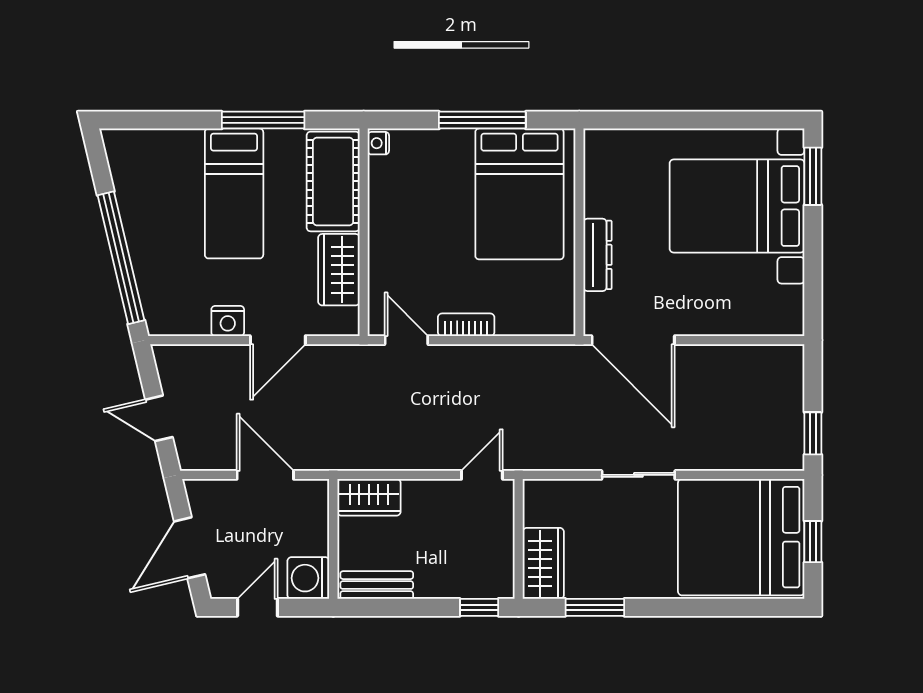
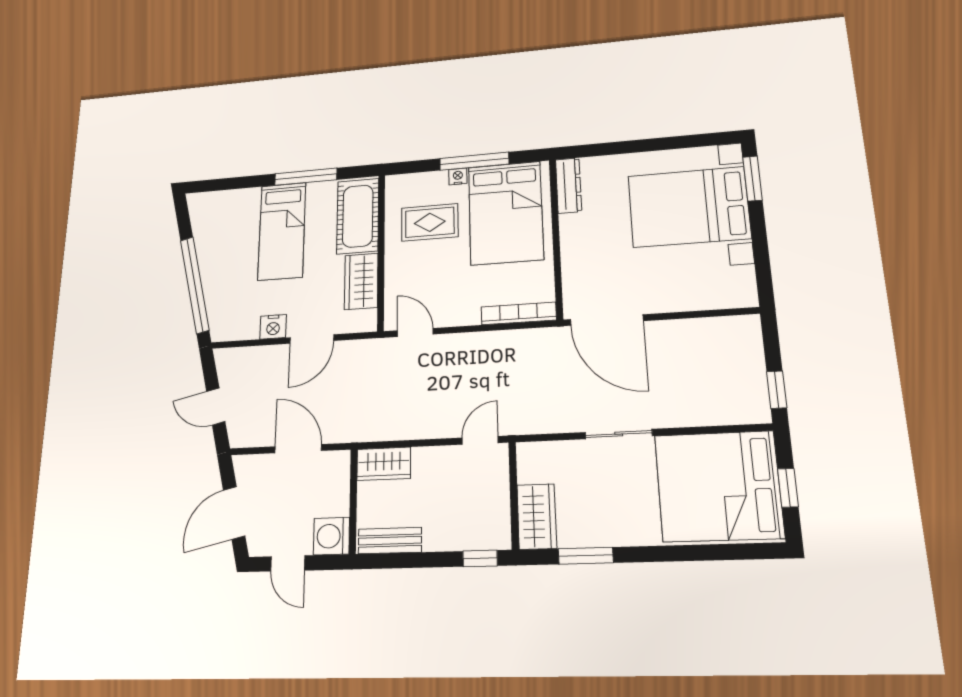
nightstand: (378, 143) -> (458, 177), moved, turned 90
rug: (425, 198) -> (430, 222), added
dresser: (597, 255) -> (569, 186), moved
bookcase: (466, 325) -> (519, 313), moved, width x1.56
door: (257, 607) -> (288, 563), swing flipped

